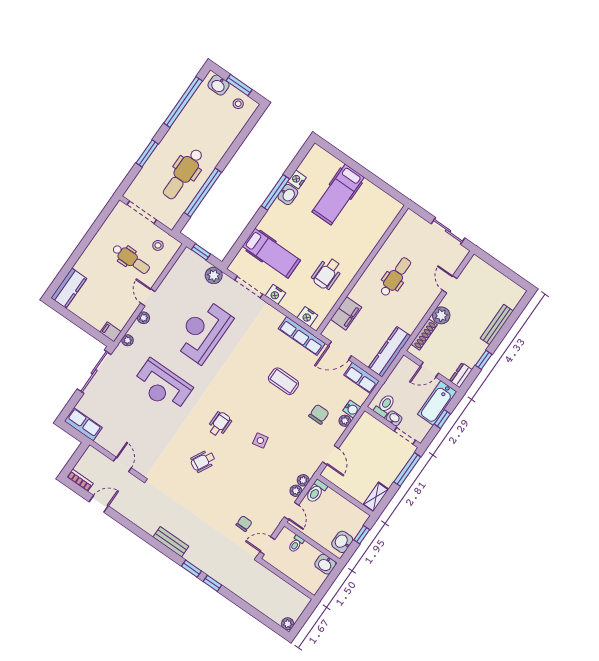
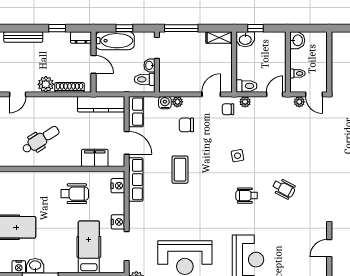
dental chair: (395, 277) -> (41, 140), turned 148
plant: (296, 491) -> (299, 102), moved
chair: (244, 524) -> (228, 109), moved
washbasin: (342, 542) -> (245, 39), moved

